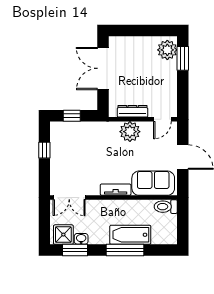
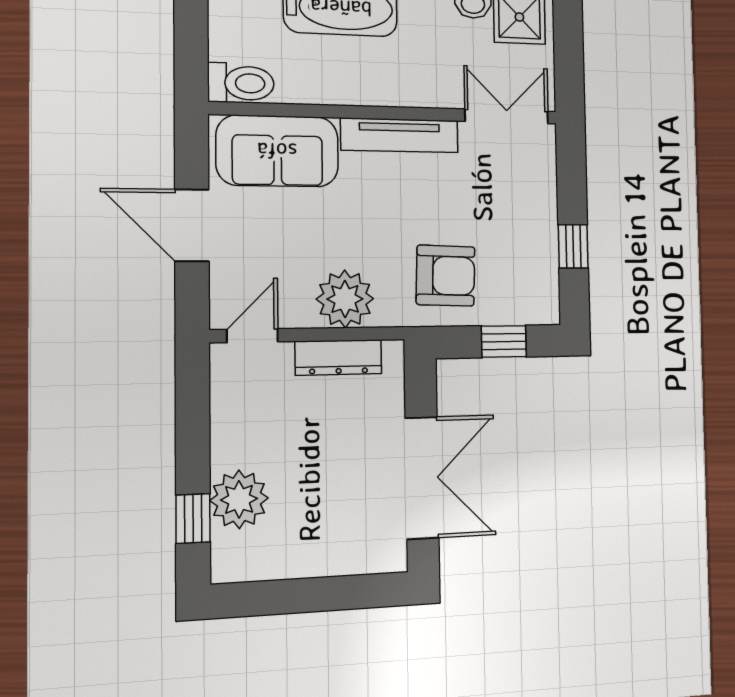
plant: (167, 50) -> (239, 499), moved
window: (183, 58) -> (193, 519), width x0.67
armchair: (93, 140) -> (446, 276), added
tv unit: (116, 190) -> (400, 135), width x1.41

